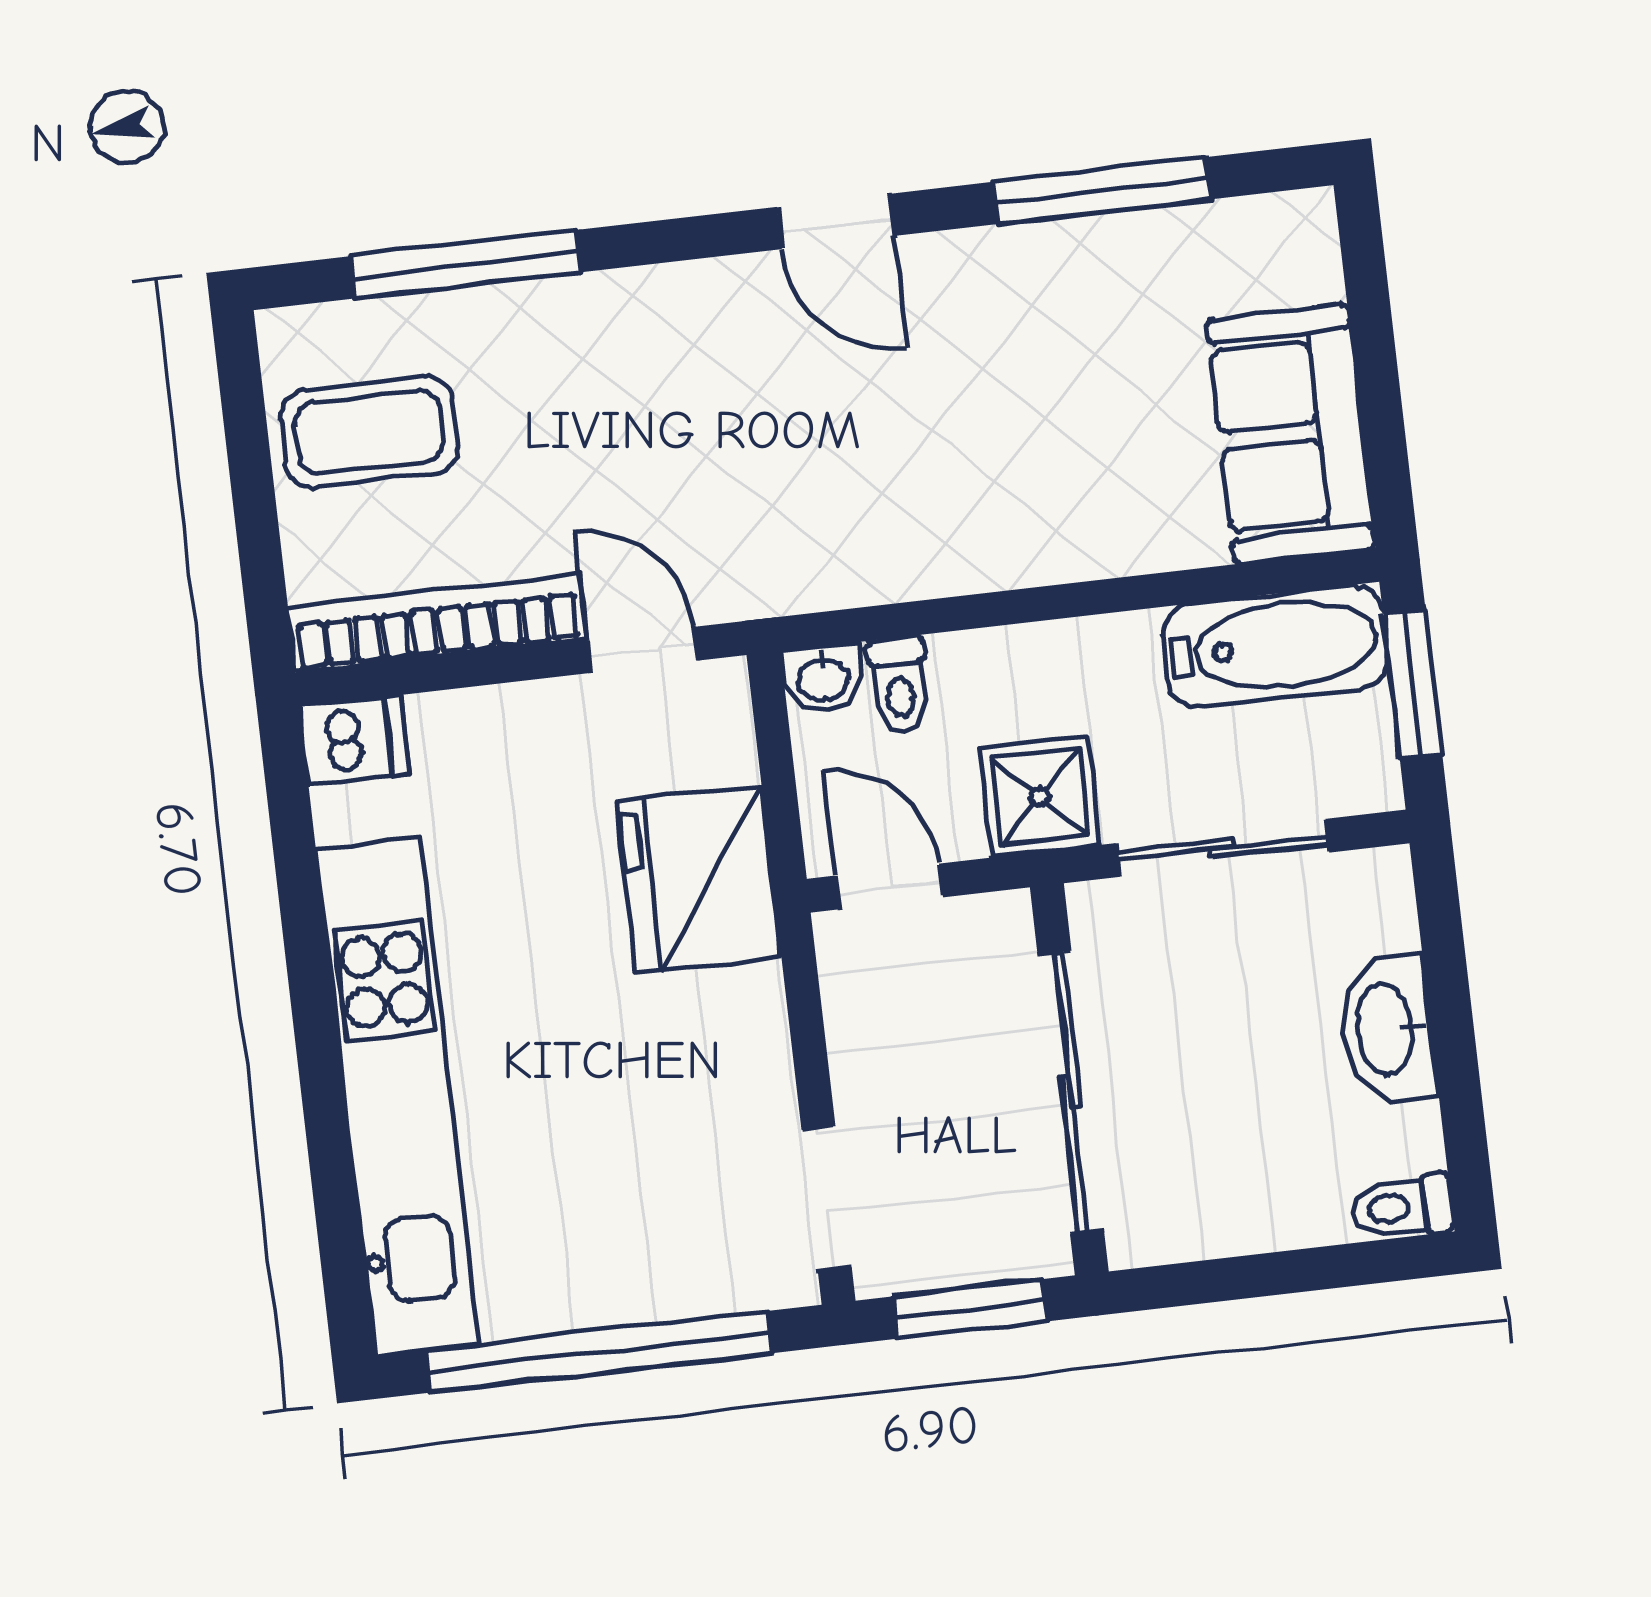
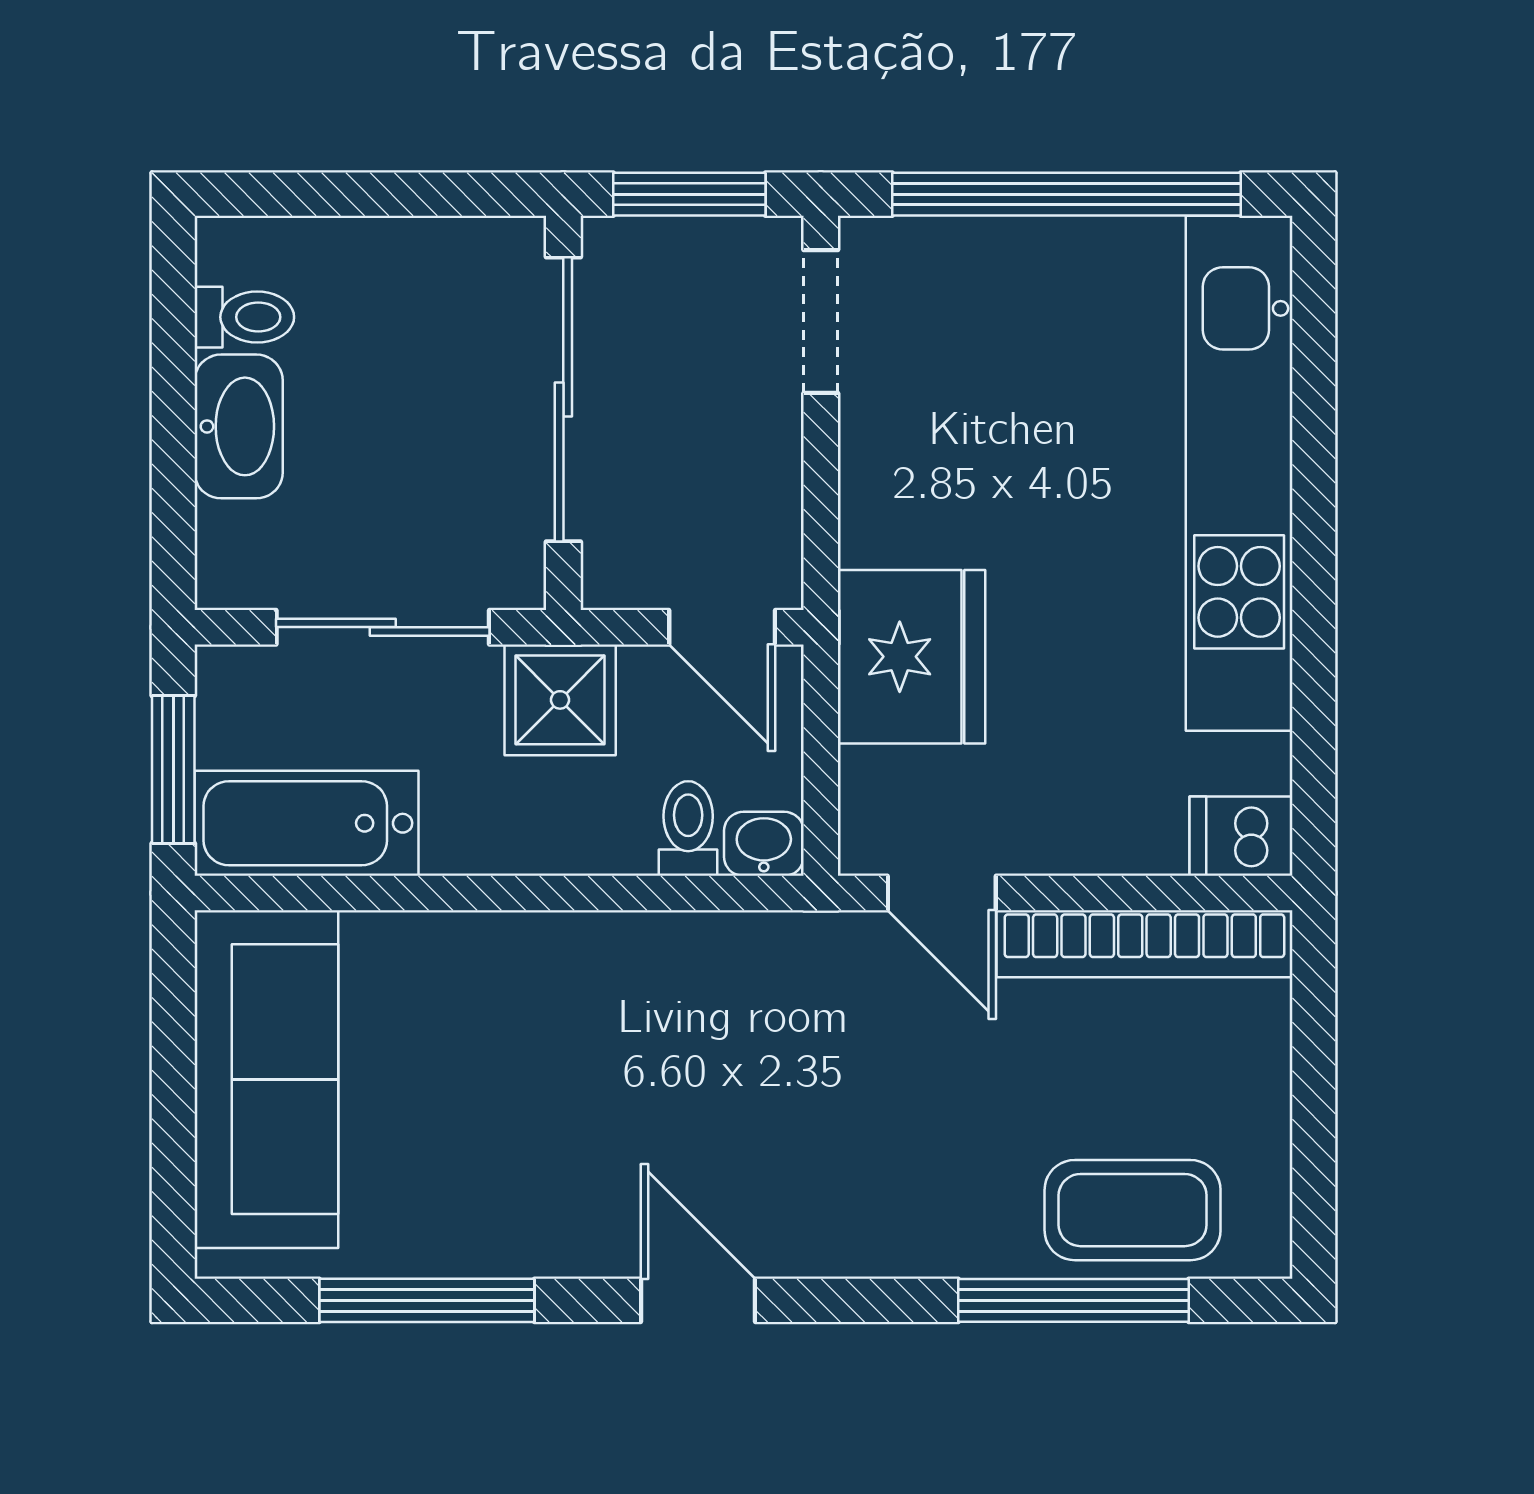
coffee table: (369, 432) -> (1133, 1210), moved
sofa: (1291, 434) -> (266, 1079), width x1.36
toilet: (1402, 1207) -> (244, 317), moved

